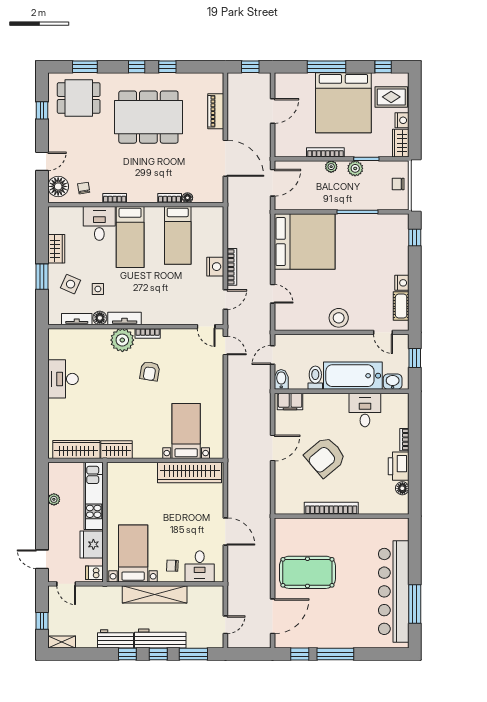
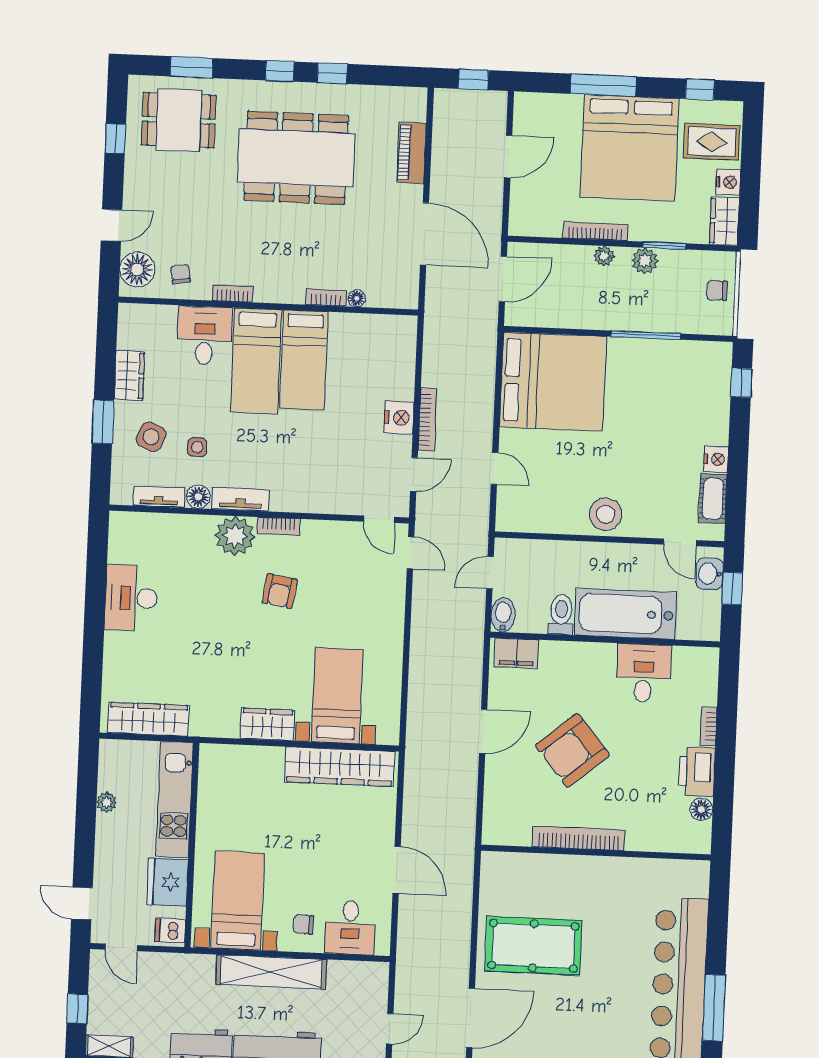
bed: (178, 235) -> (304, 360), moved
washbasin: (393, 382) -> (710, 574), moved, turned -90
wardrobe: (117, 450) -> (267, 724), moved

